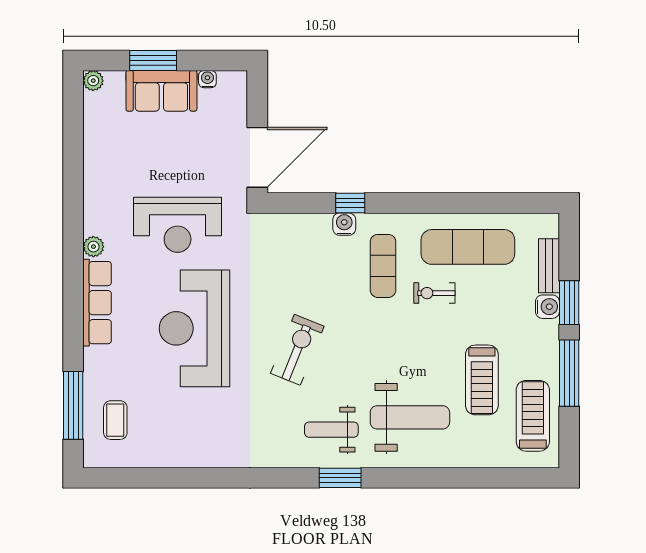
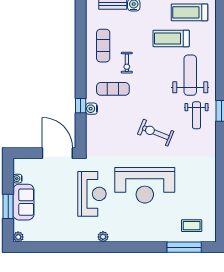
exercise mat: (468, 247) -> (103, 46), width x0.73, depth x0.69
row of seats: (97, 303) -> (132, 235), removed
treadmill: (482, 380) -> (171, 38), turned 180

